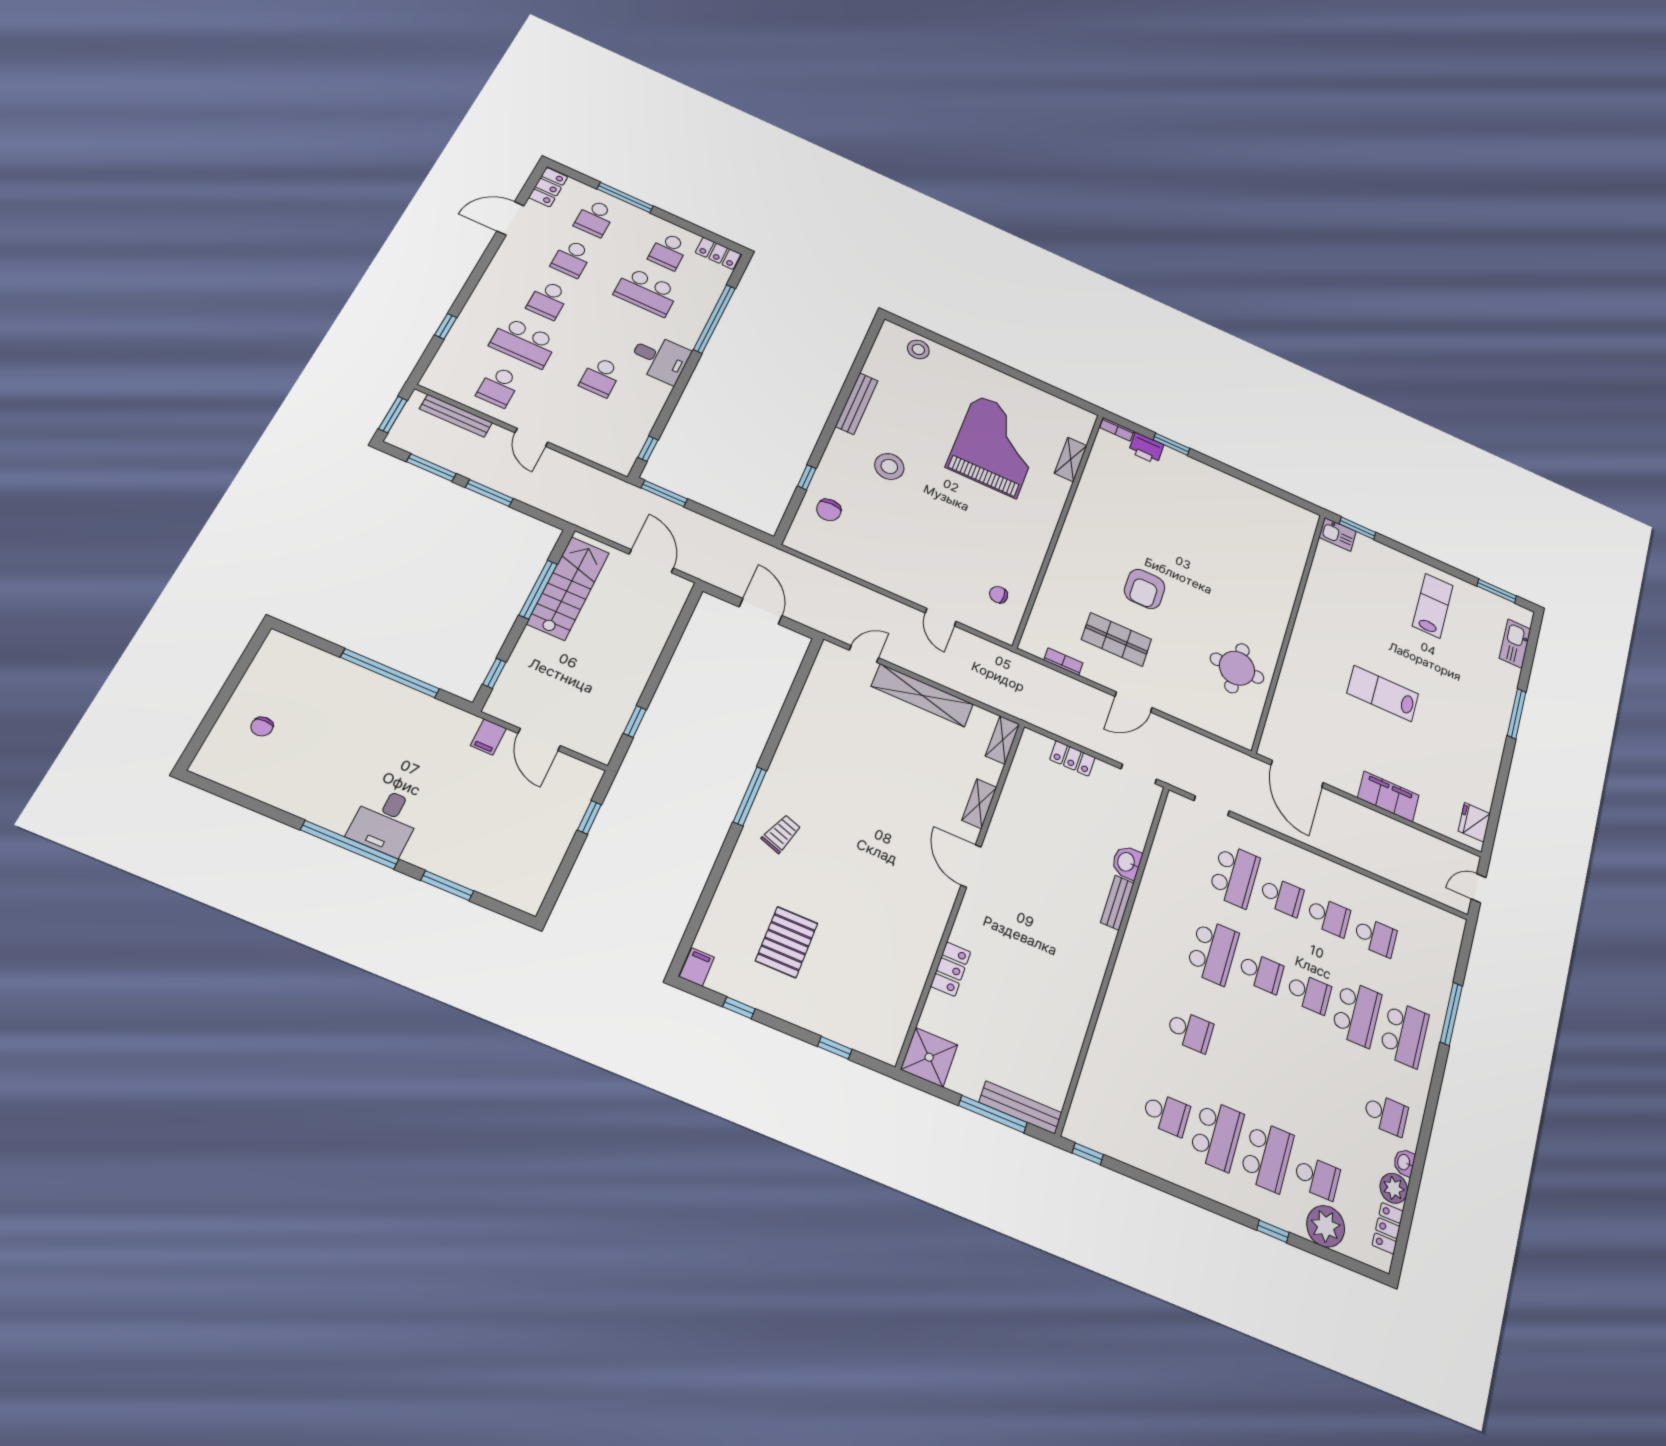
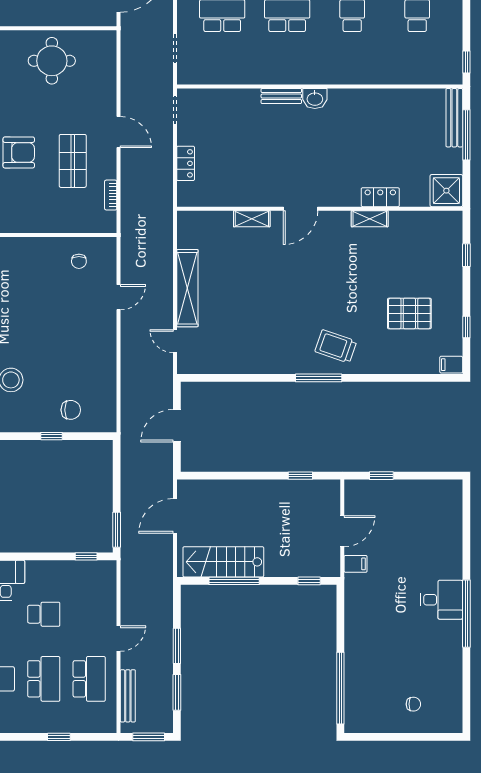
school desk: (499, 387) -> (89, 679), width x1.85
window: (390, 673) -> (340, 688), moved
shelving: (1003, 740) -> (370, 219), moved
trolley: (781, 834) -> (336, 346), width x1.36, depth x1.39
washbasin: (1127, 862) -> (315, 98), moved
window: (447, 886) -> (466, 543), removed

